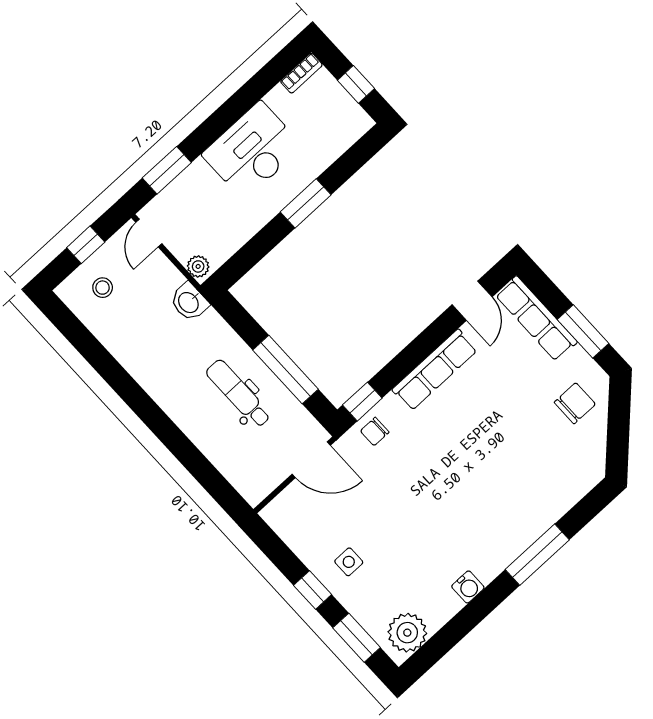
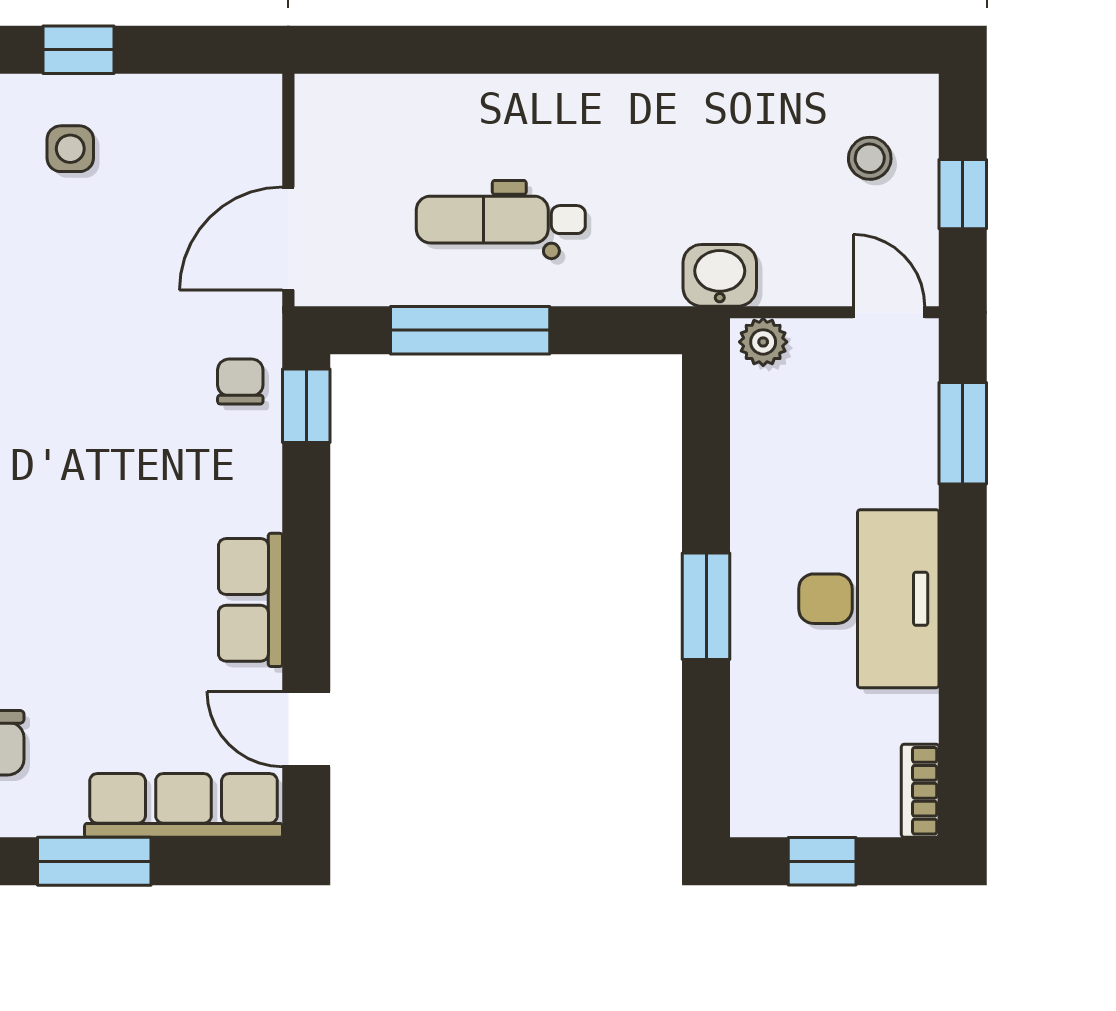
row of seats: (435, 370) -> (250, 600), width x0.68
dental chair: (238, 394) -> (501, 220), turned 180

